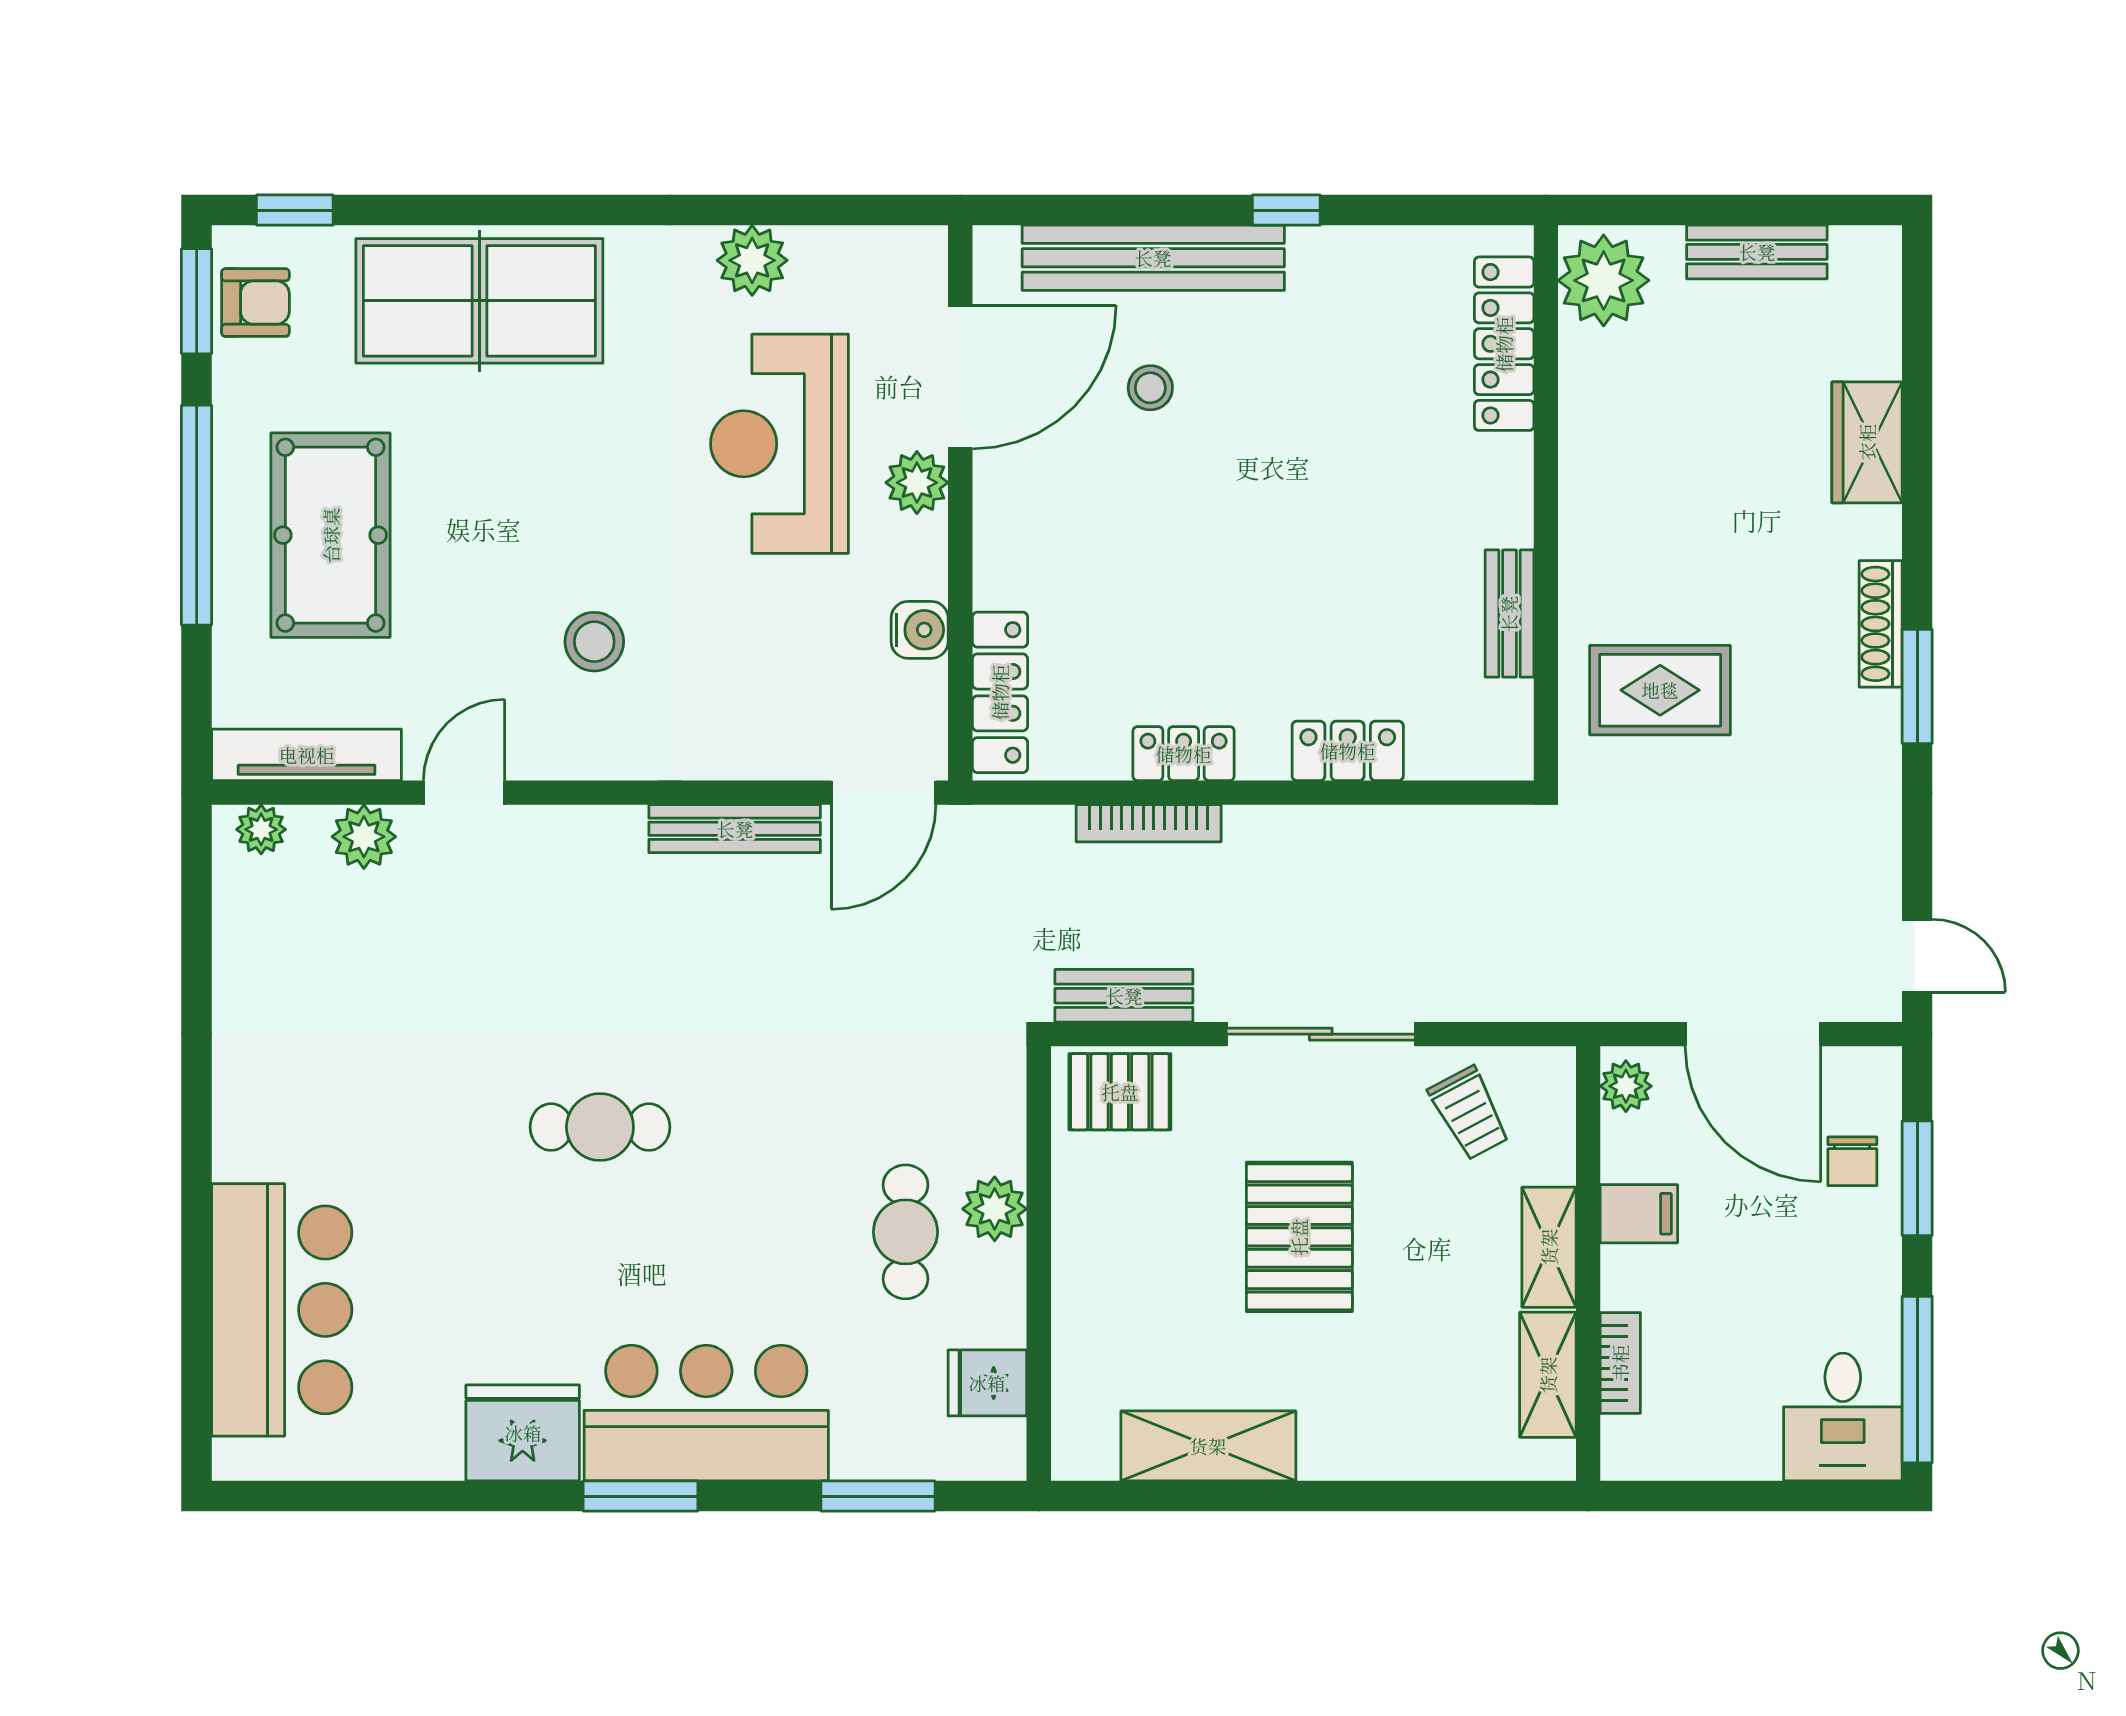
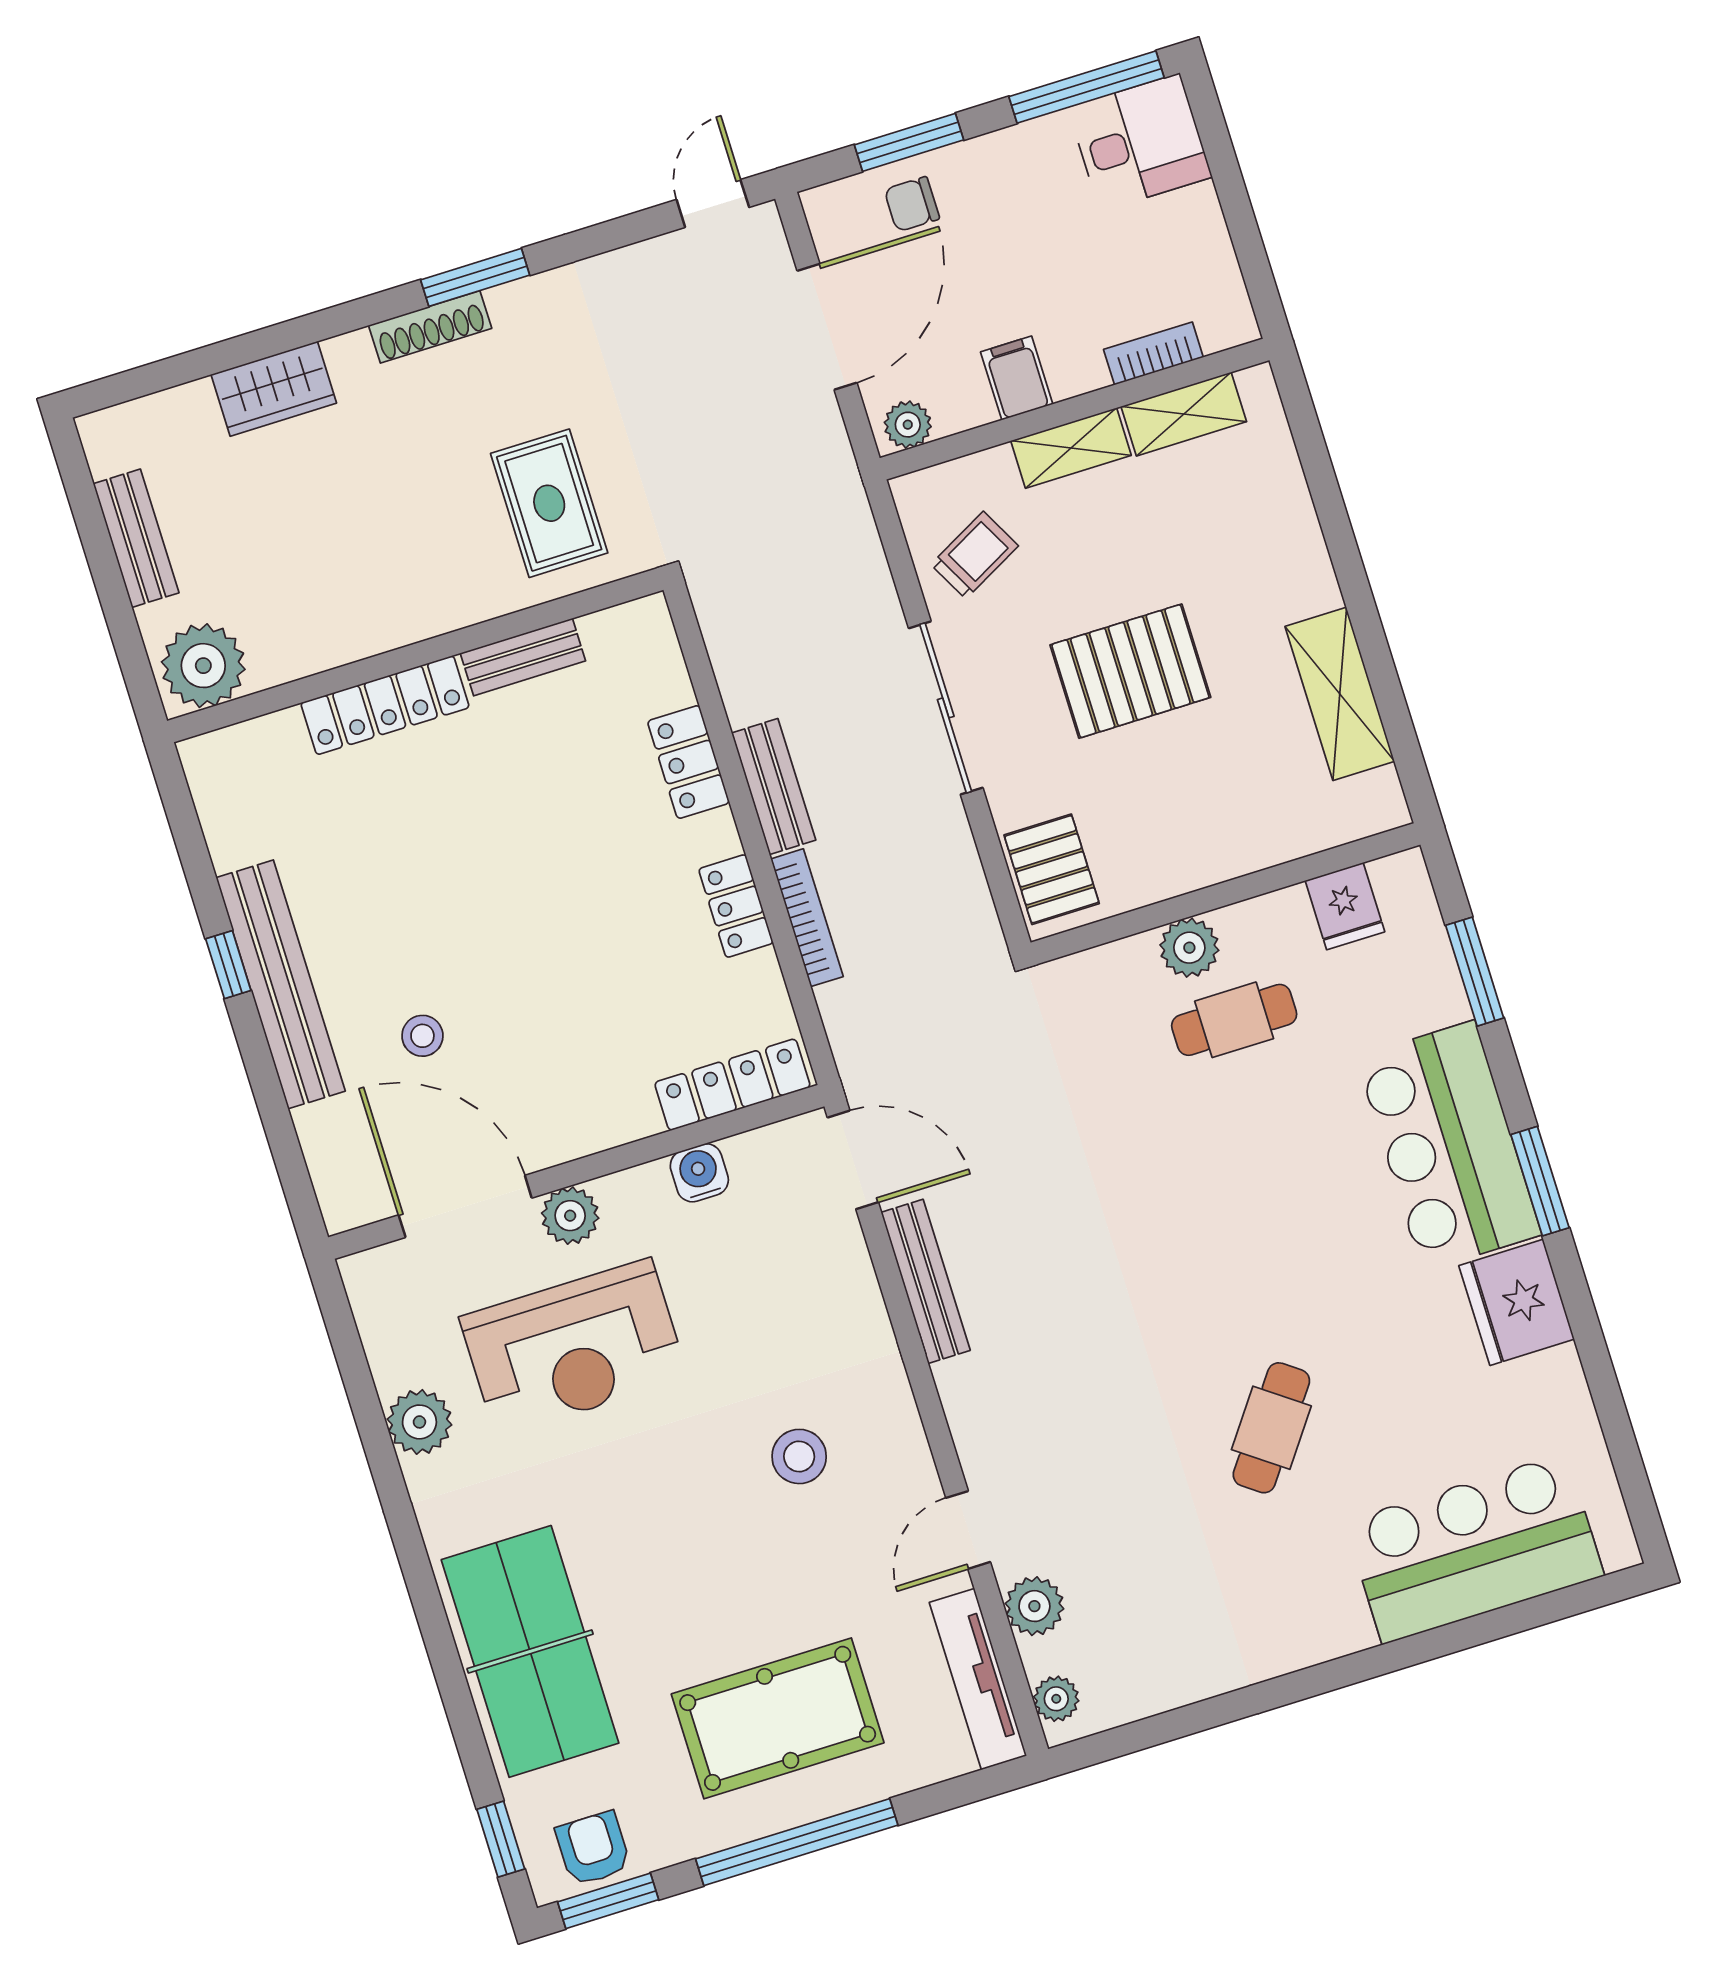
bench: (1153, 258) -> (281, 984), moved
locker: (1504, 344) -> (385, 705), moved
door: (464, 793) -> (968, 1530), hinge flipped
bench: (1124, 996) -> (774, 786), moved
cafe table: (600, 1127) -> (1271, 1428), moved, turned 36
chair: (1852, 1161) -> (912, 204), turned 180

